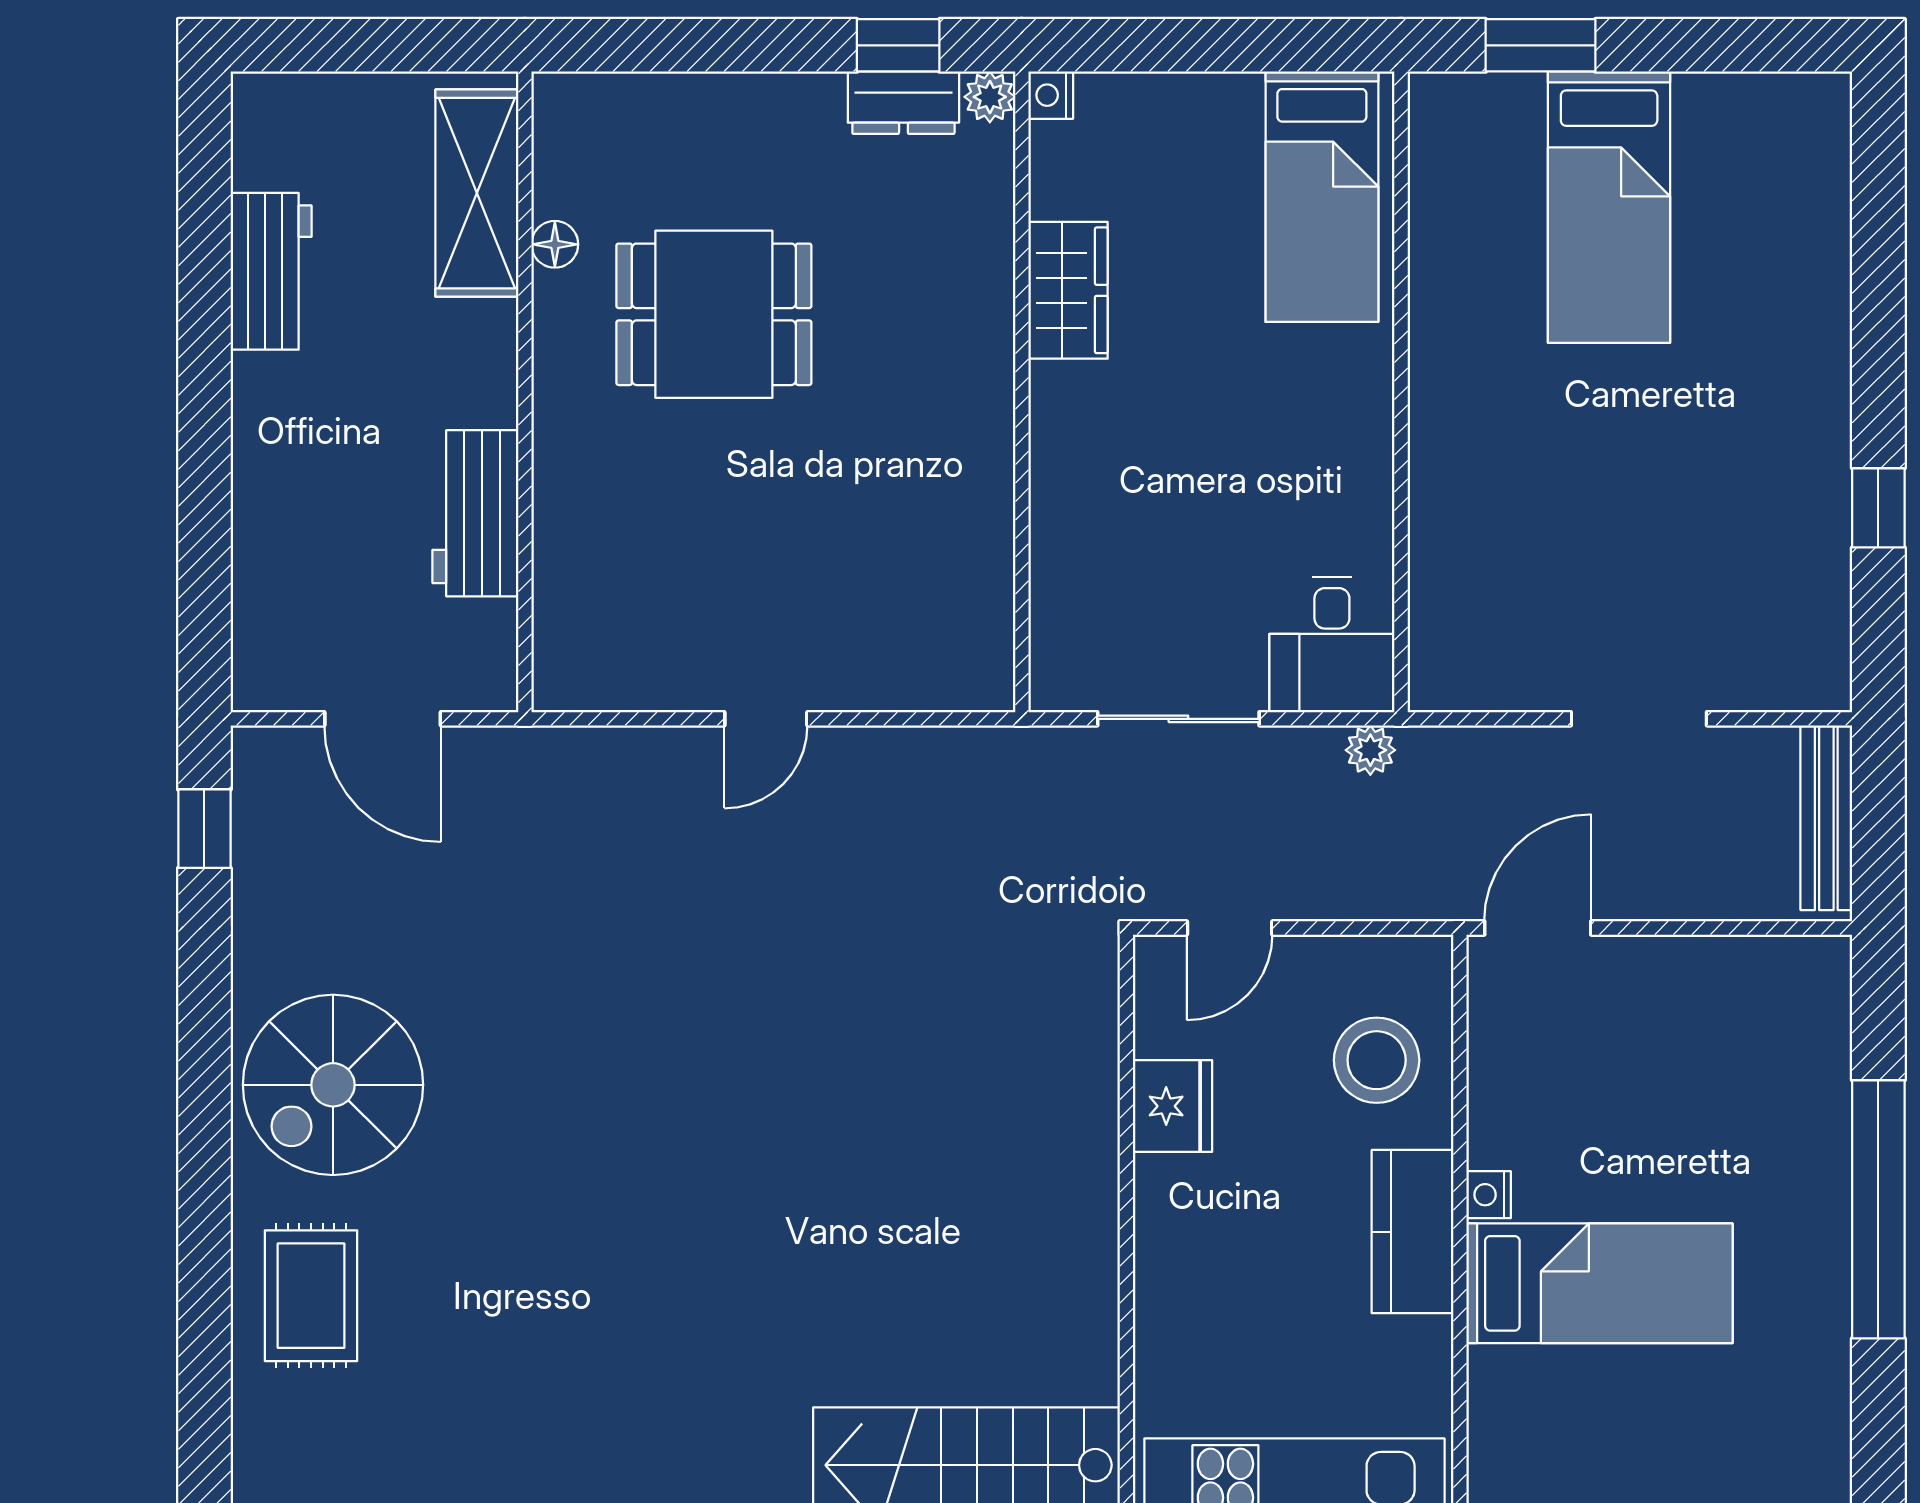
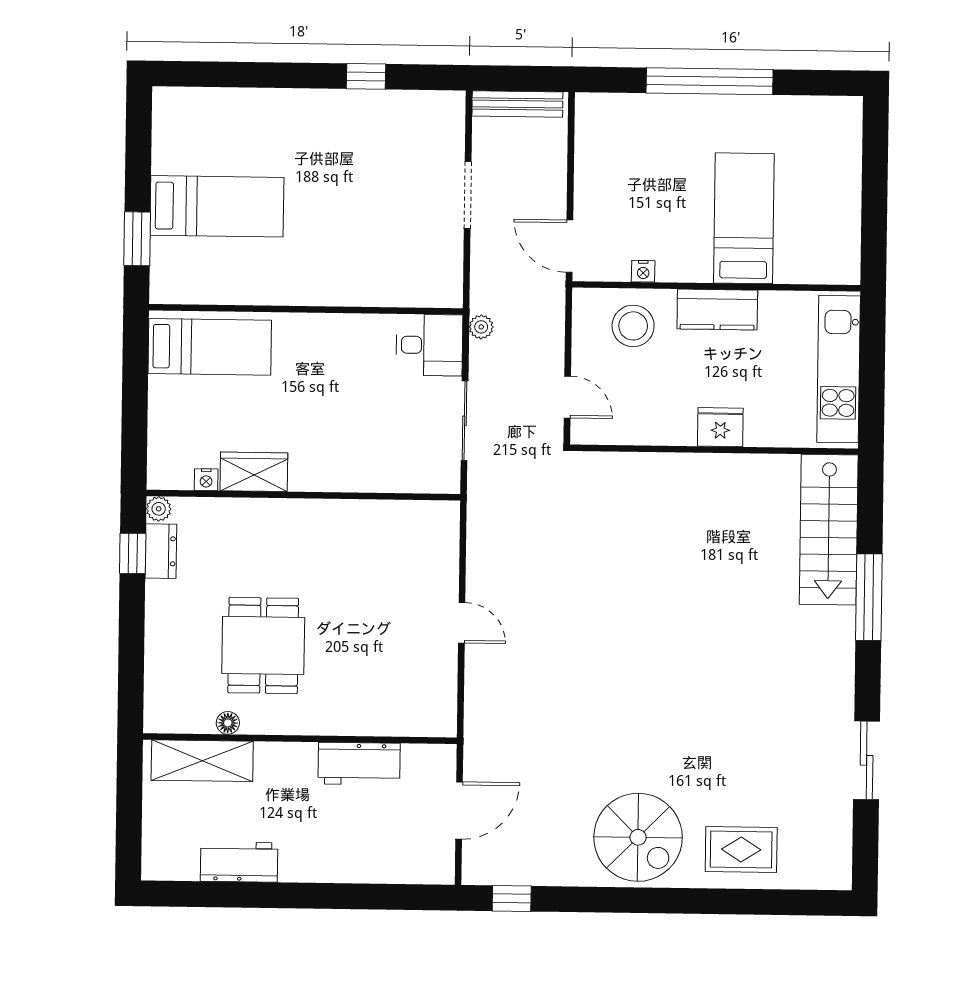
nightstand: (1051, 95) -> (206, 480), moved
fridge: (1172, 1106) -> (720, 427), moved
nightstand: (1489, 1195) -> (643, 271), moved

